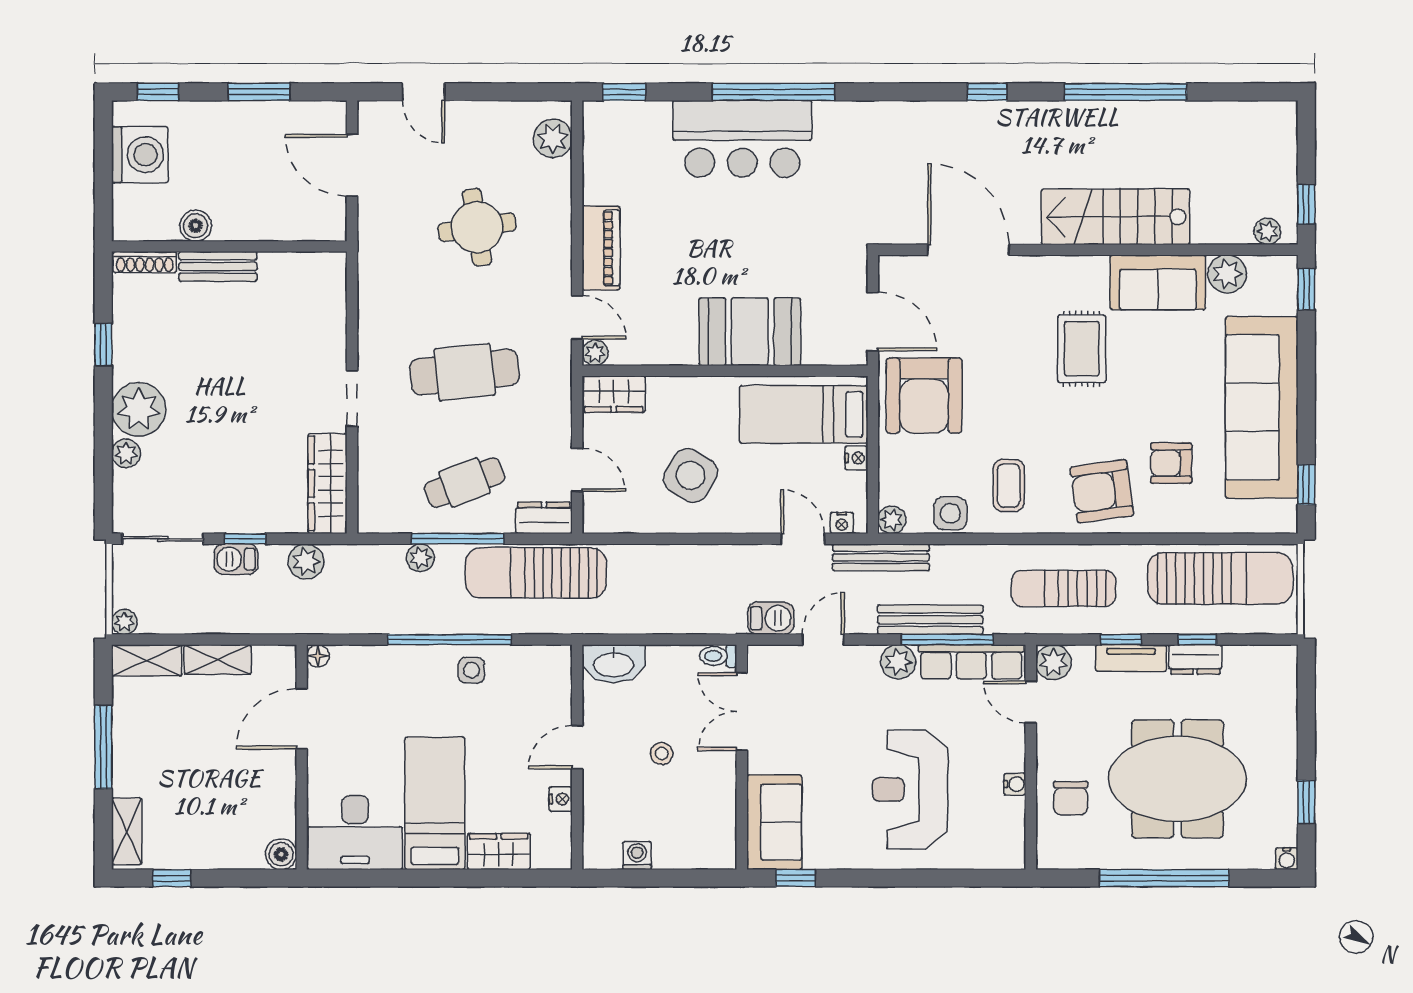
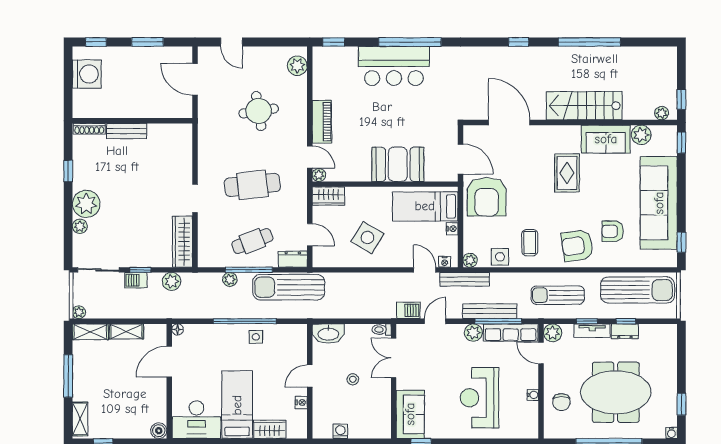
boiler: (196, 226) -> (115, 110), removed

